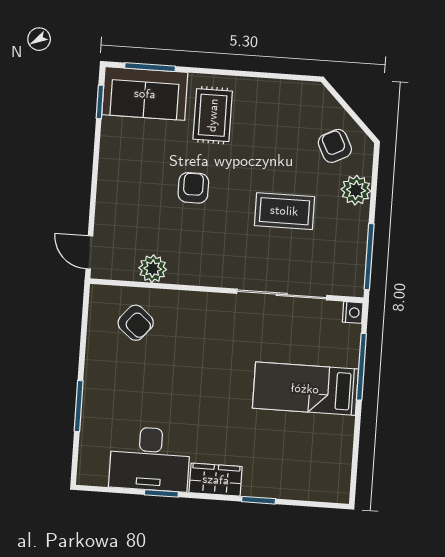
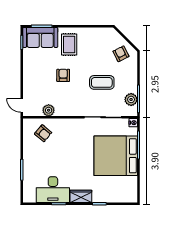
plant: (356, 190) -> (131, 99), moved
bed: (305, 389) -> (116, 156), width x2.04

